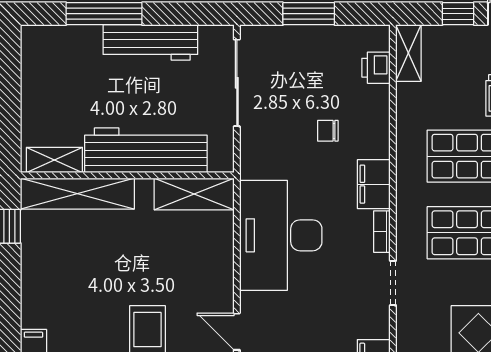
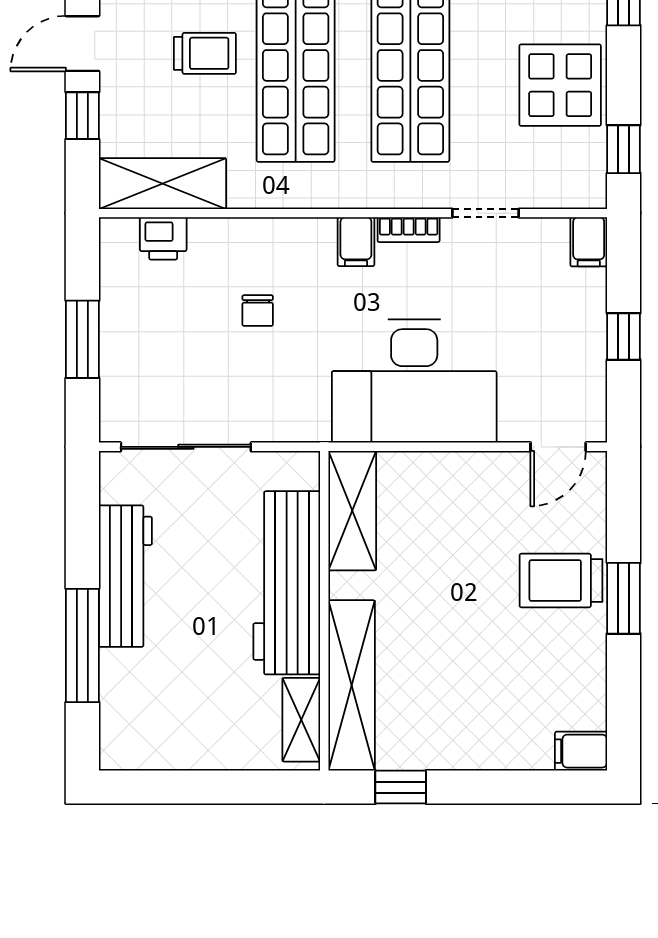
shelving: (408, 53) -> (162, 184), width x1.50, depth x1.33
filing cabinet: (374, 184) -> (356, 242), width x0.50

